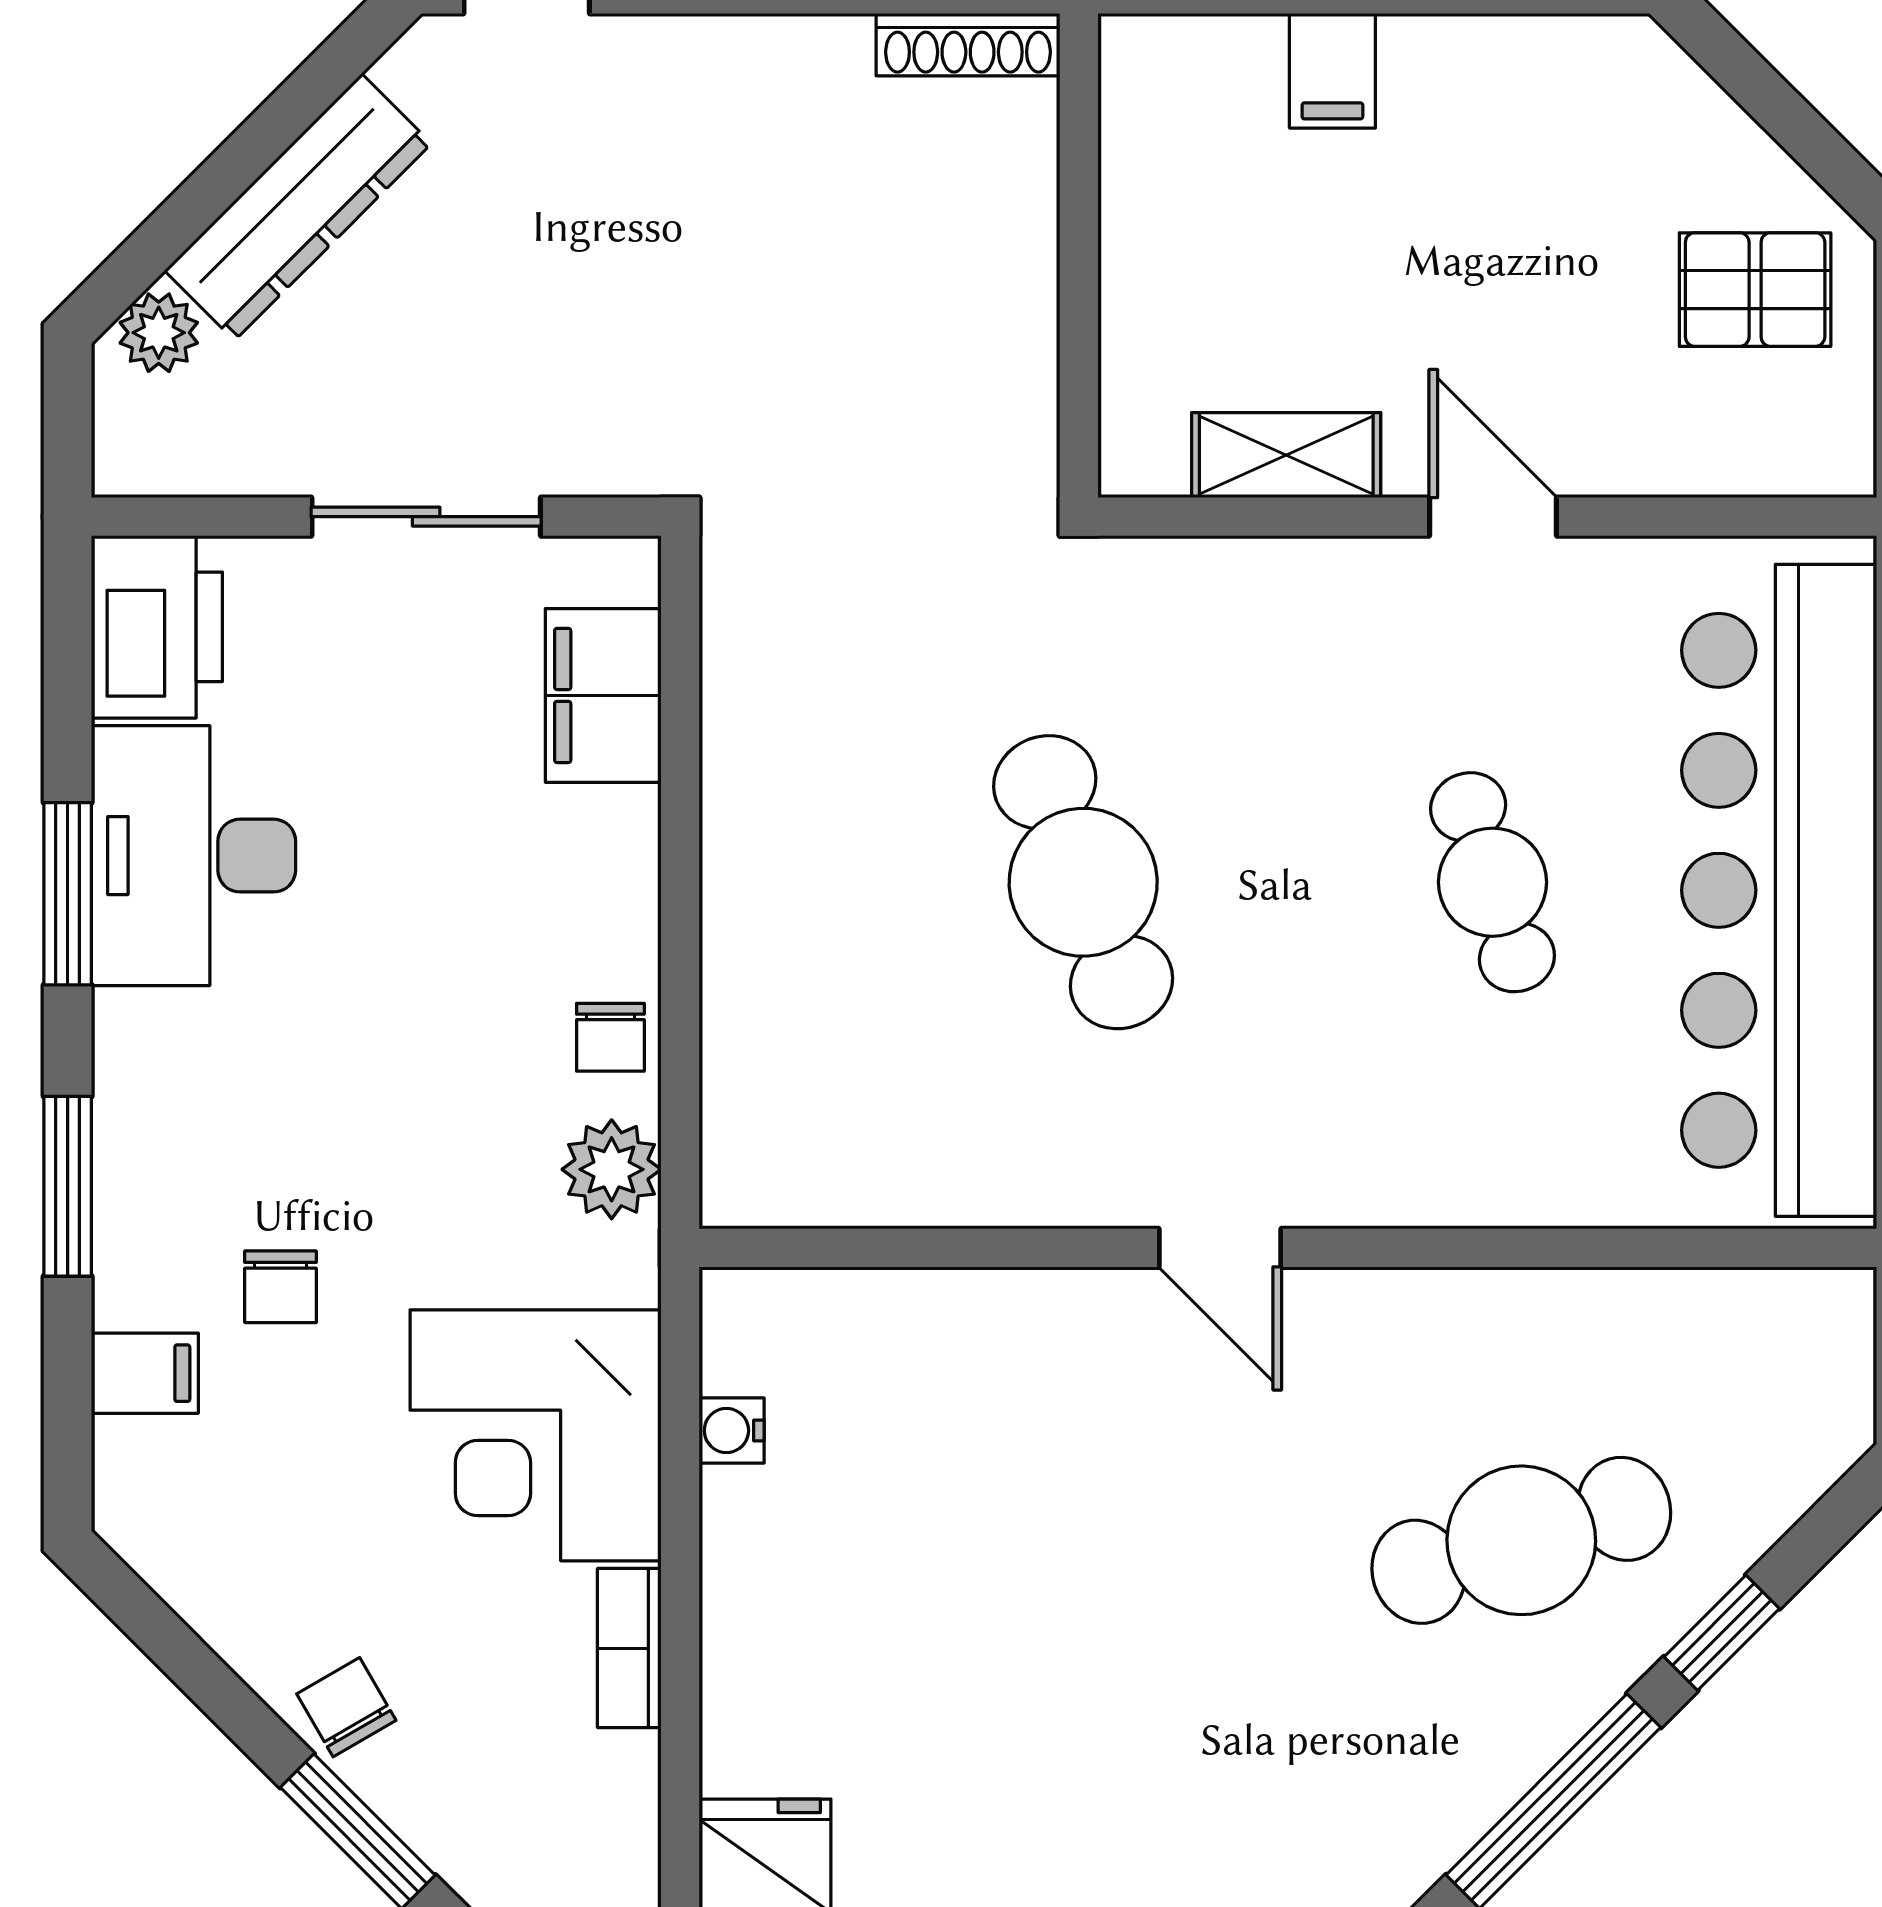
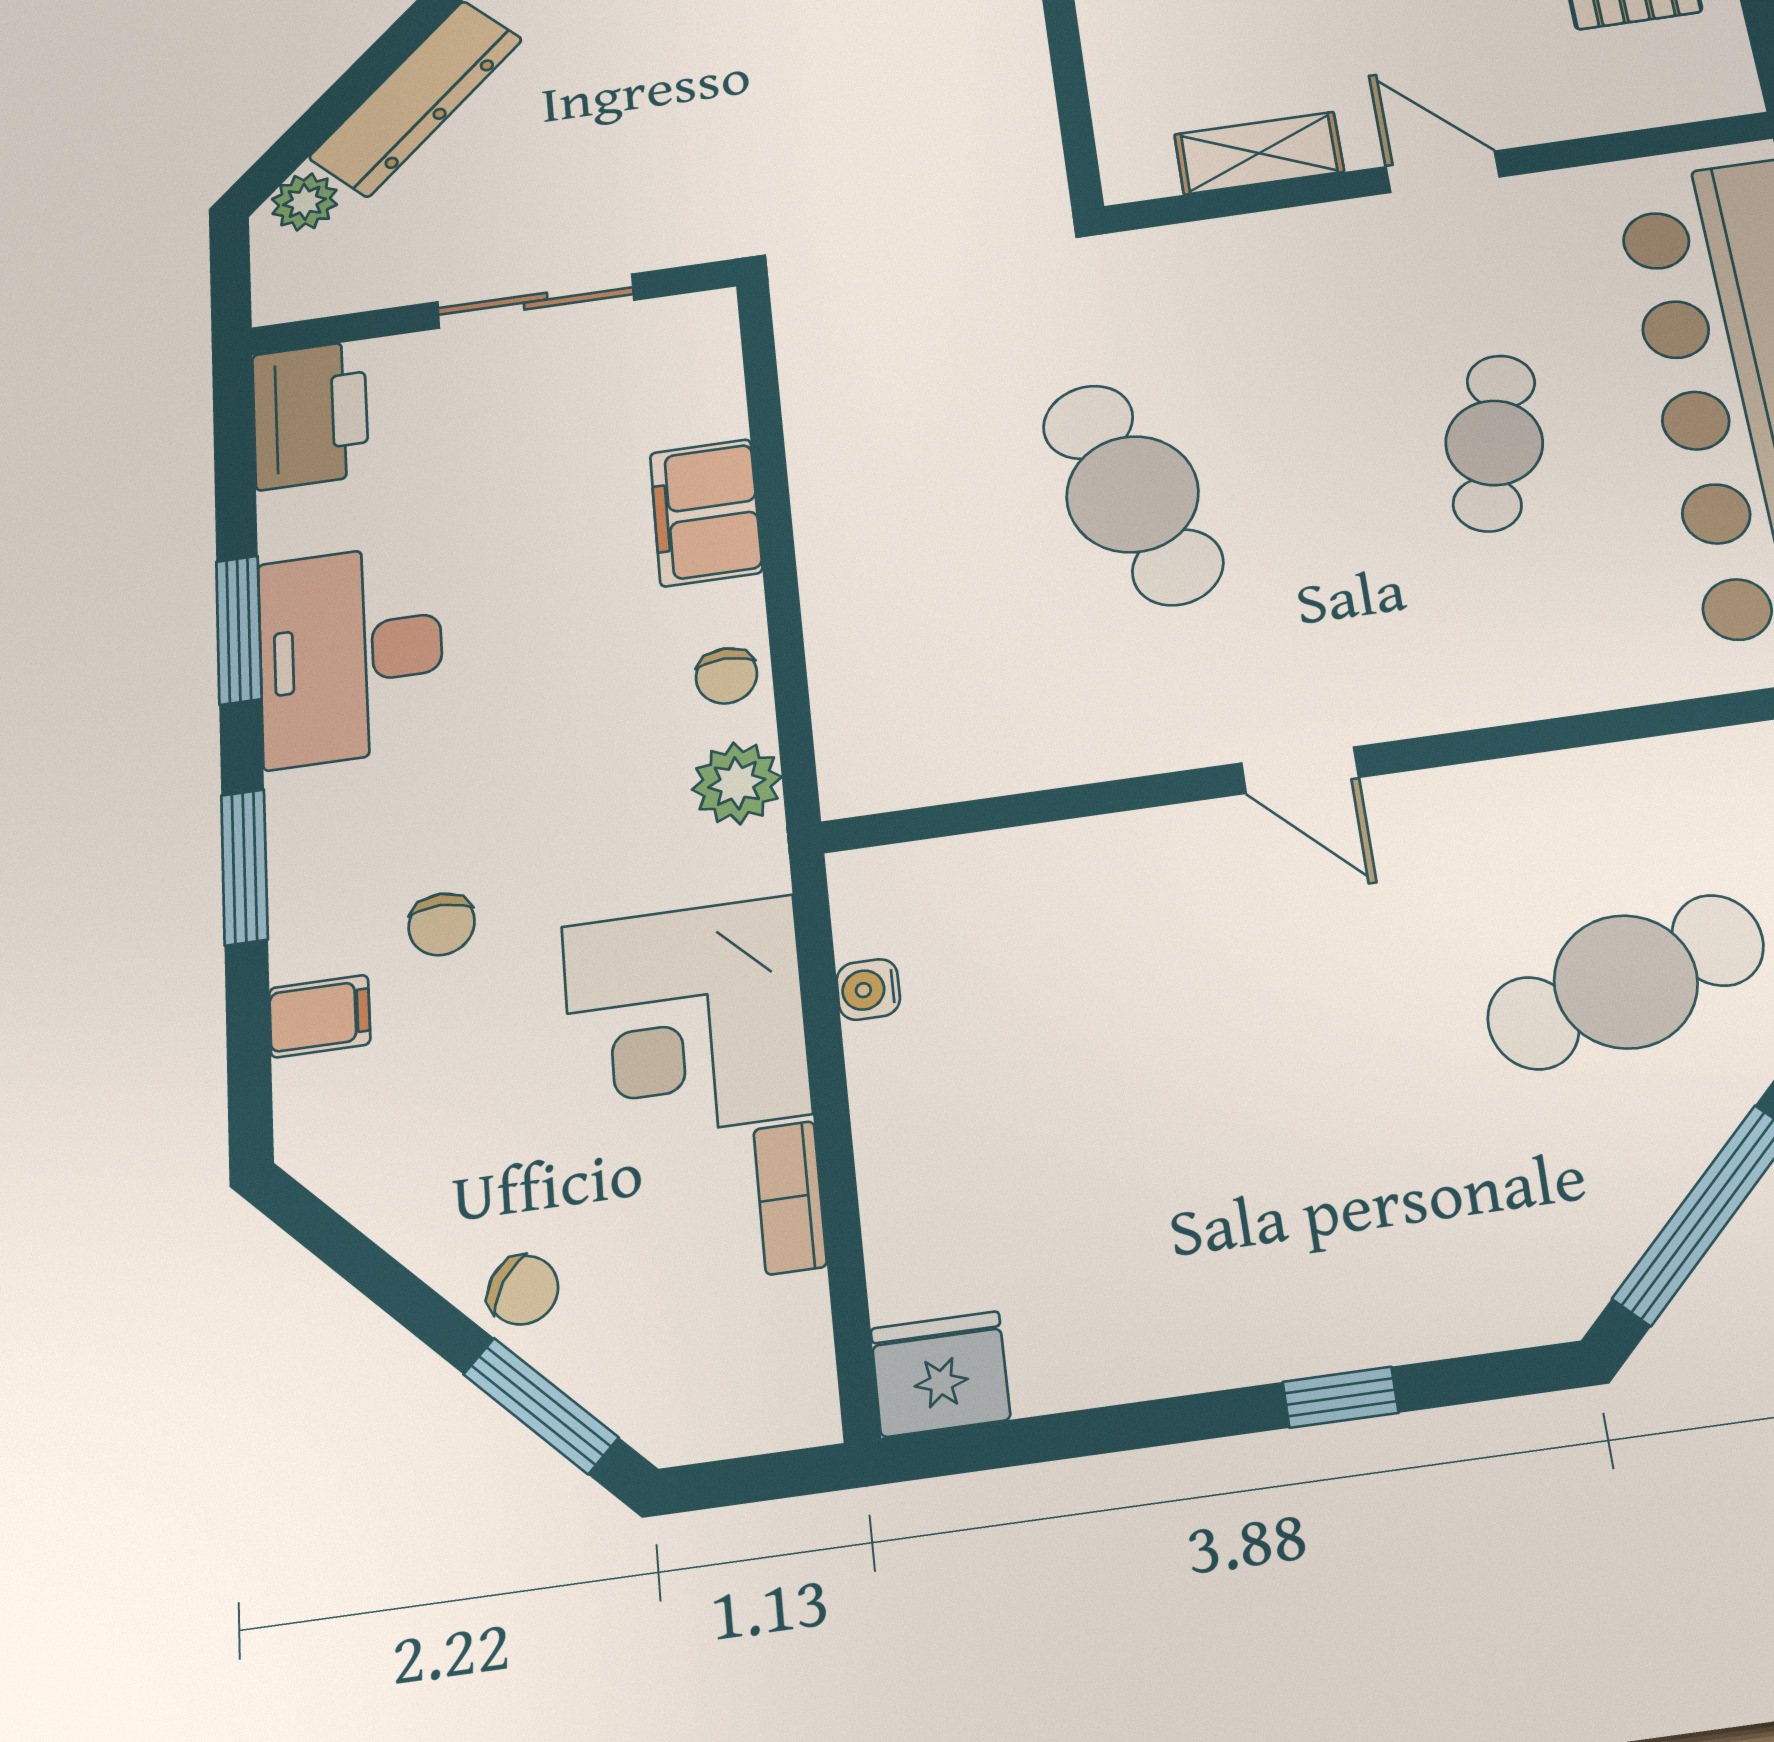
filing cabinet: (603, 695) -> (706, 513), moved
desk: (193, 856) -> (351, 654), moved
cafe table: (1493, 882) -> (1494, 443), turned 33
chair: (346, 1707) -> (523, 1290), turned 151

